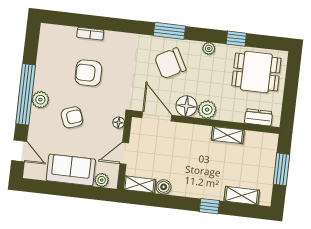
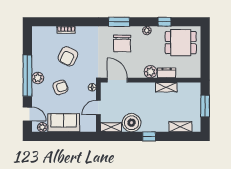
chair: (170, 63) -> (122, 43), turned -62
armchair: (88, 73) -> (68, 56), turned -64
floor lamp: (186, 106) -> (136, 71), removed
dresser: (259, 117) -> (167, 73), moved
plant: (102, 180) -> (42, 127), moved
boiler: (164, 187) -> (132, 123), width x1.86, depth x1.86
window: (209, 206) -> (149, 136), moved

